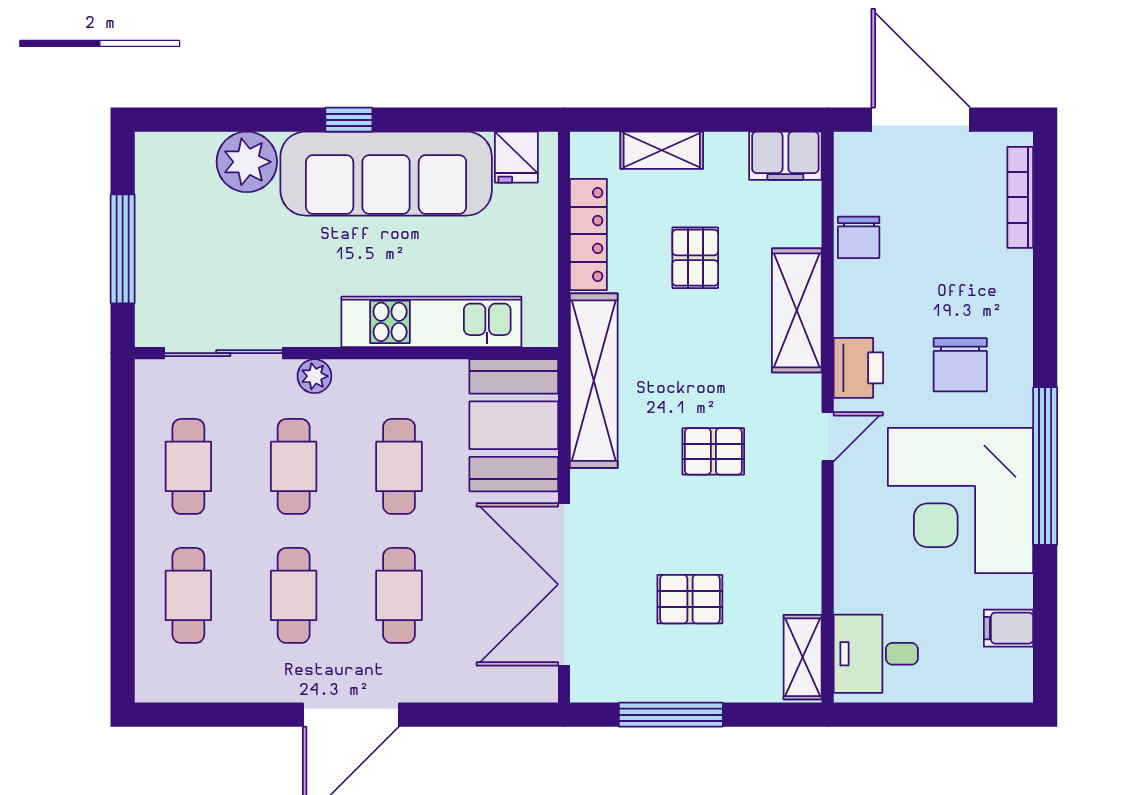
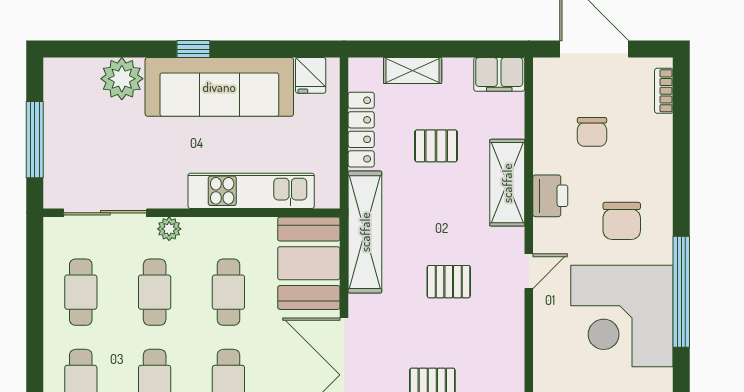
bookcase: (1020, 197) -> (664, 91), width x0.64
chair: (859, 237) -> (592, 132), moved
pallet: (695, 258) -> (436, 146), turned 90
printer: (858, 368) -> (550, 196), moved

